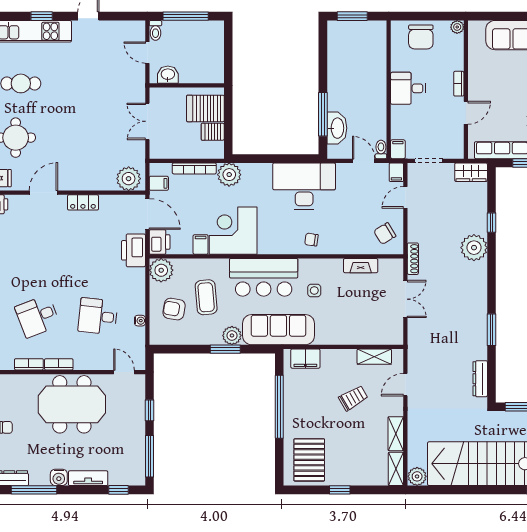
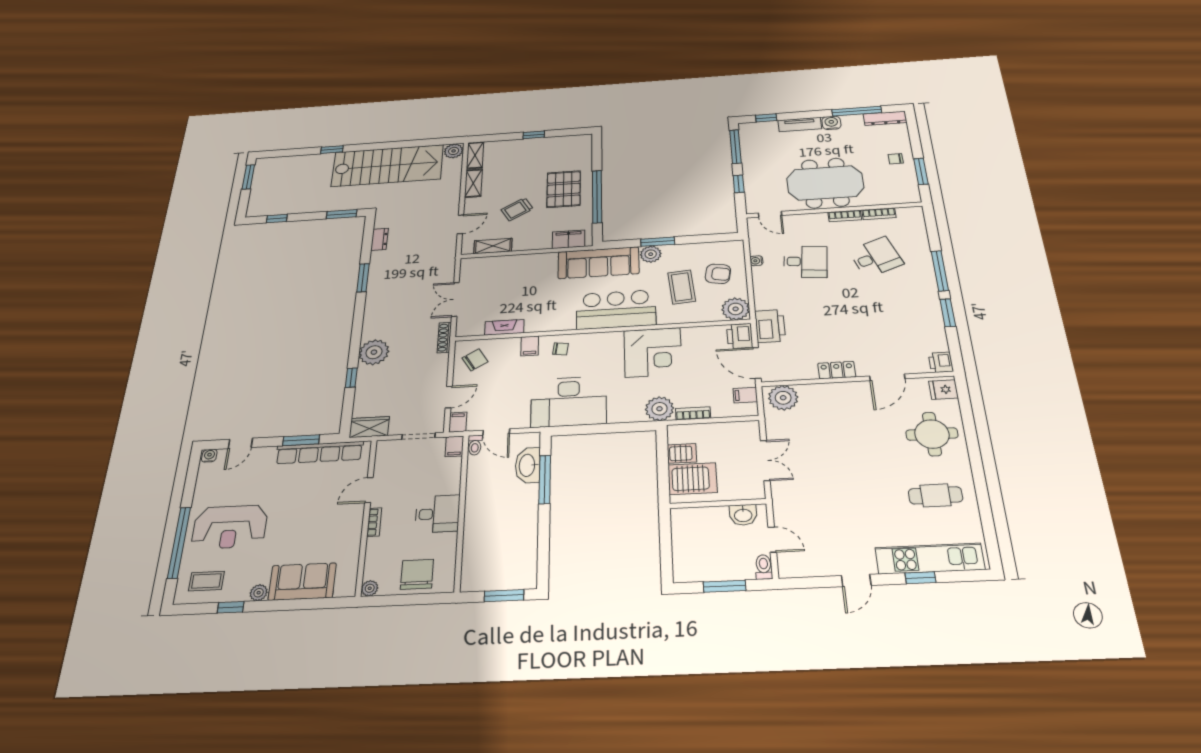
window: (186, 16) -> (724, 586), width x0.69
bookcase: (194, 168) -> (693, 413), width x0.64
filing cabinet: (201, 245) -> (530, 346), moved
side table: (314, 290) -> (558, 301), removed
dresser: (480, 379) -> (380, 239), width x0.70
pallet: (309, 460) -> (564, 189), moved

